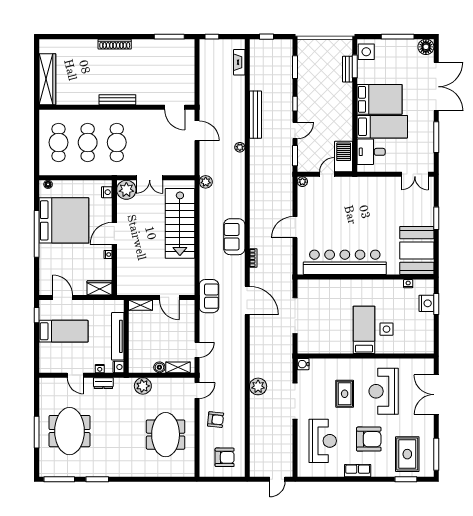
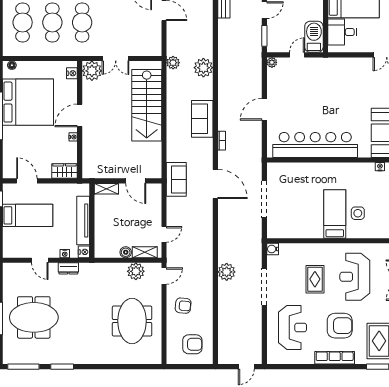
plant: (240, 147) -> (203, 68), moved, width x1.88, depth x1.88
plant: (143, 386) -> (136, 271), moved
meeting table: (70, 431) -> (34, 317), turned 90
row of seats: (358, 471) -> (335, 358), width x1.48

